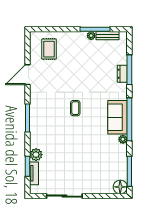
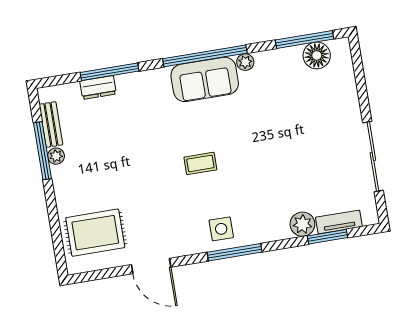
rug: (49, 49) -> (95, 233), width x1.36, depth x1.43
dresser: (122, 74) -> (98, 88), moved
side table: (40, 113) -> (221, 229), added
floor lamp: (120, 187) -> (317, 55), moved

